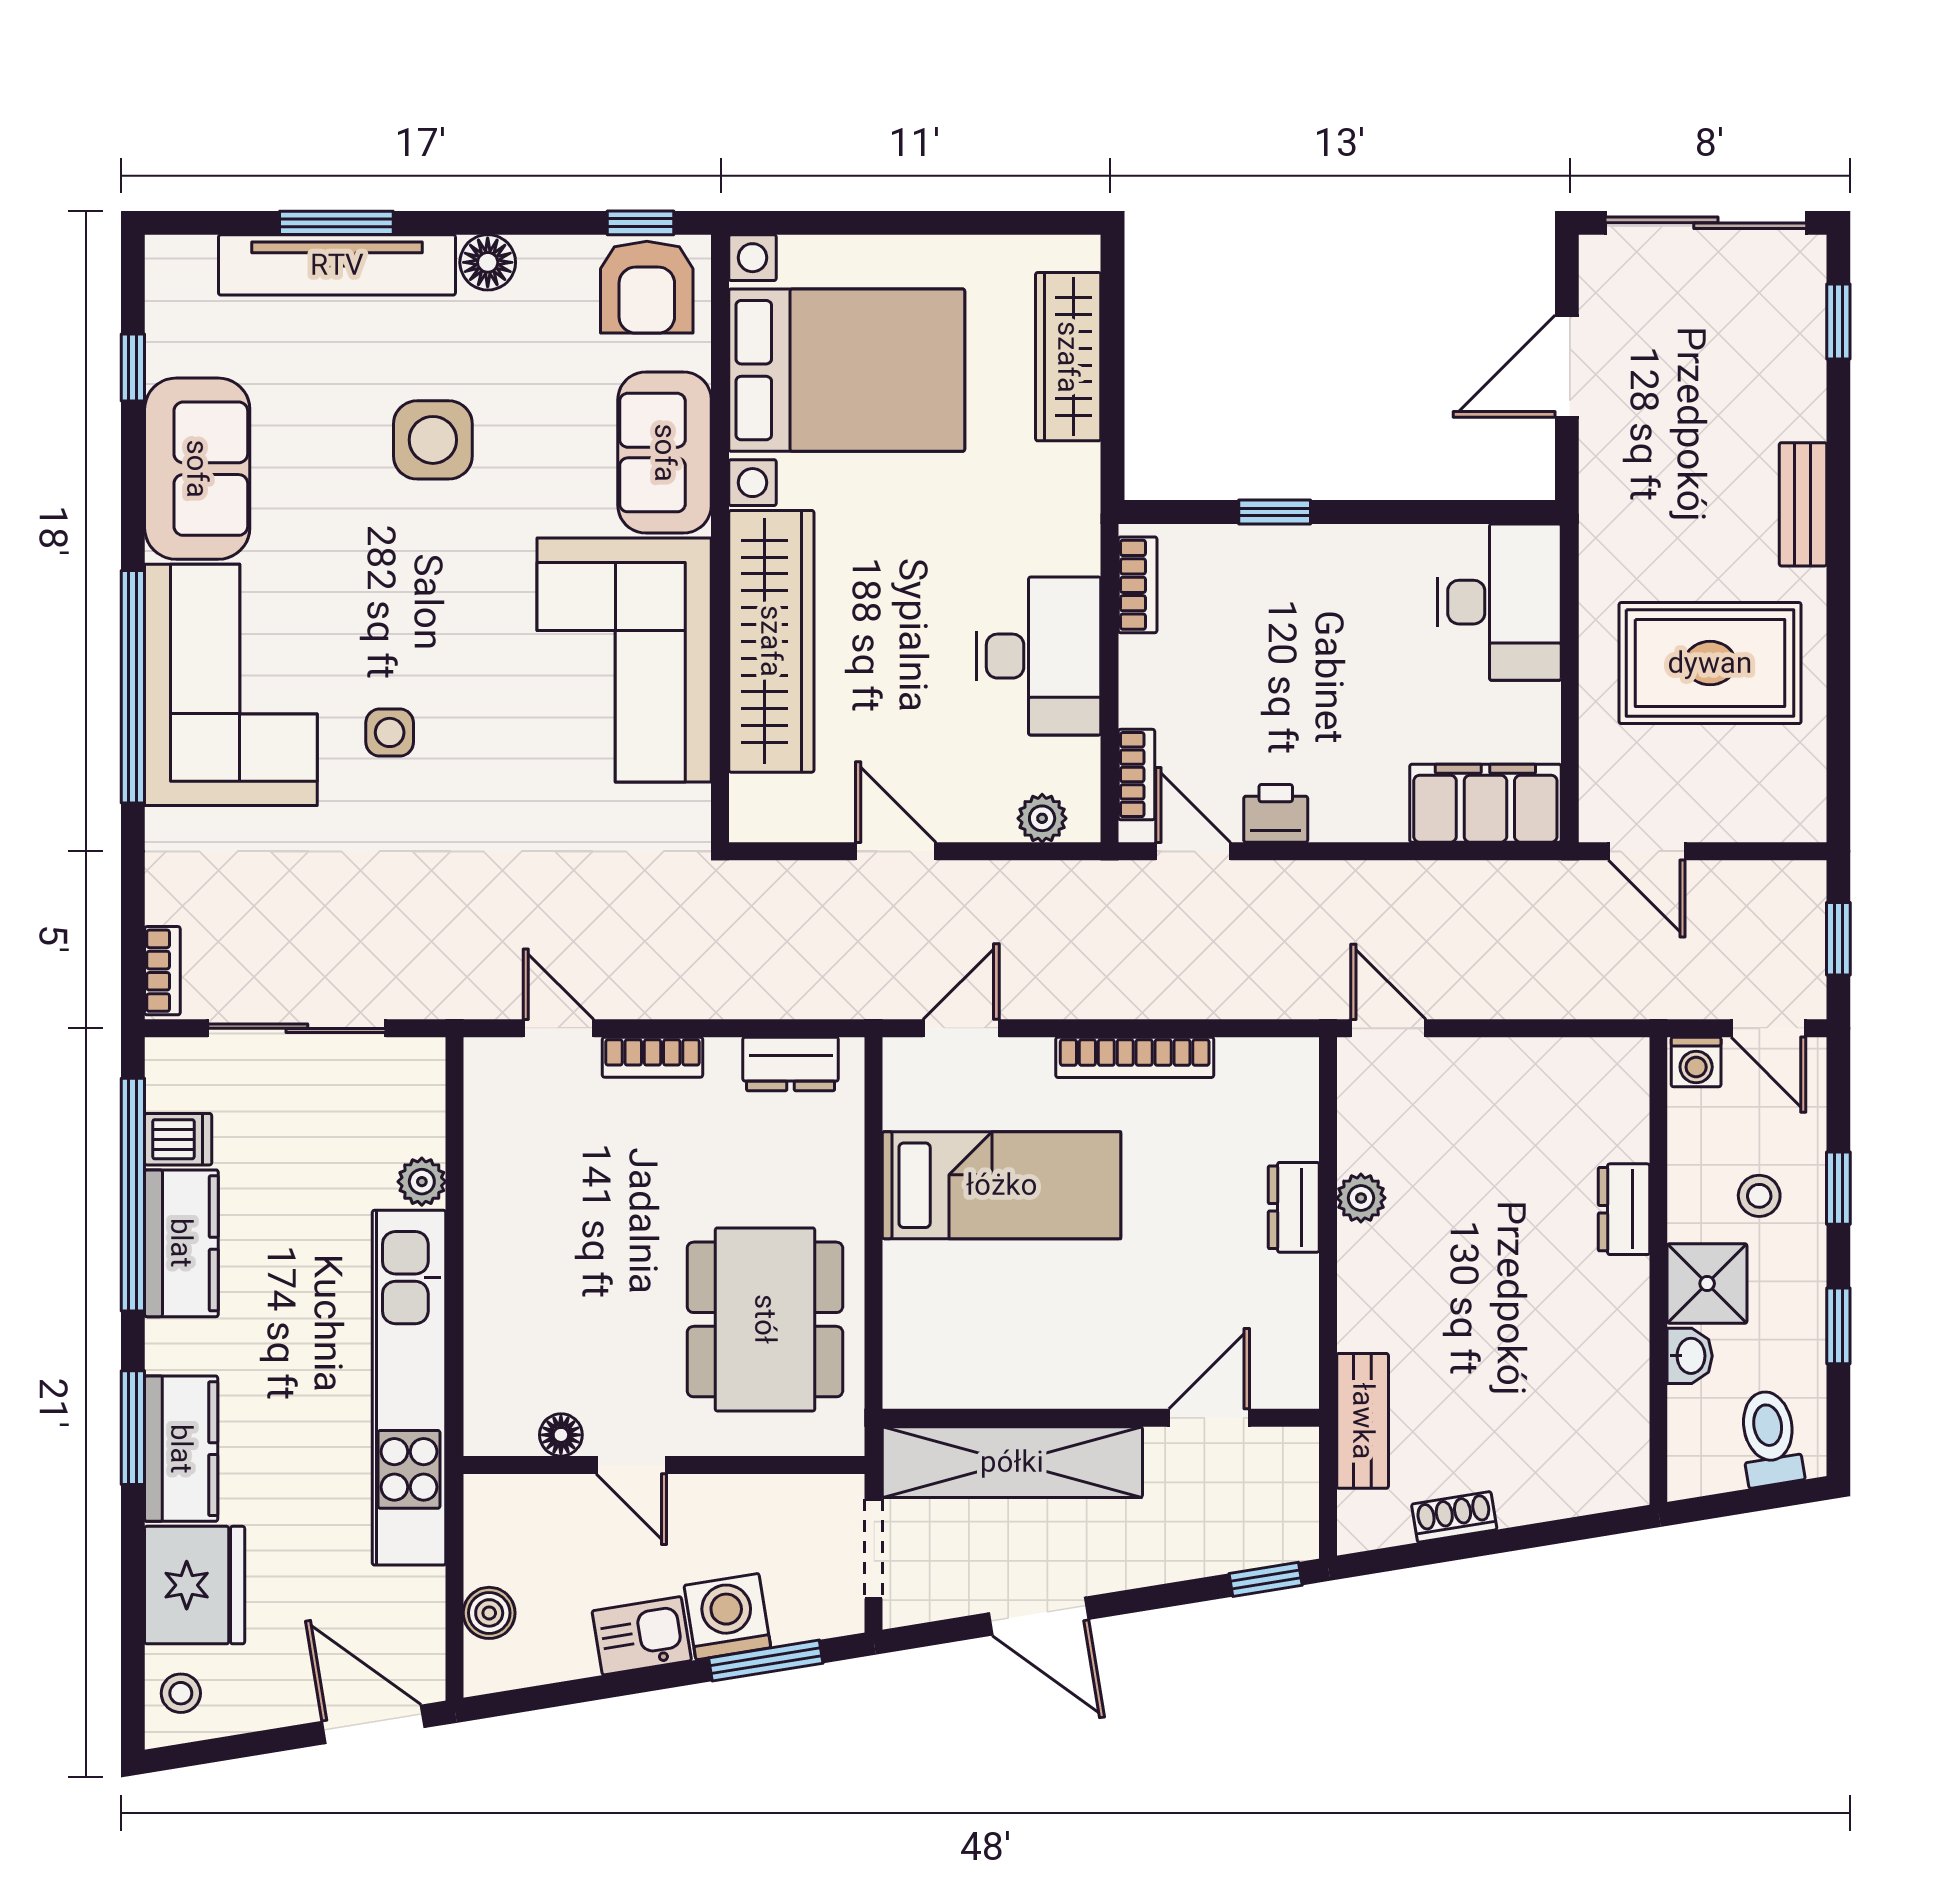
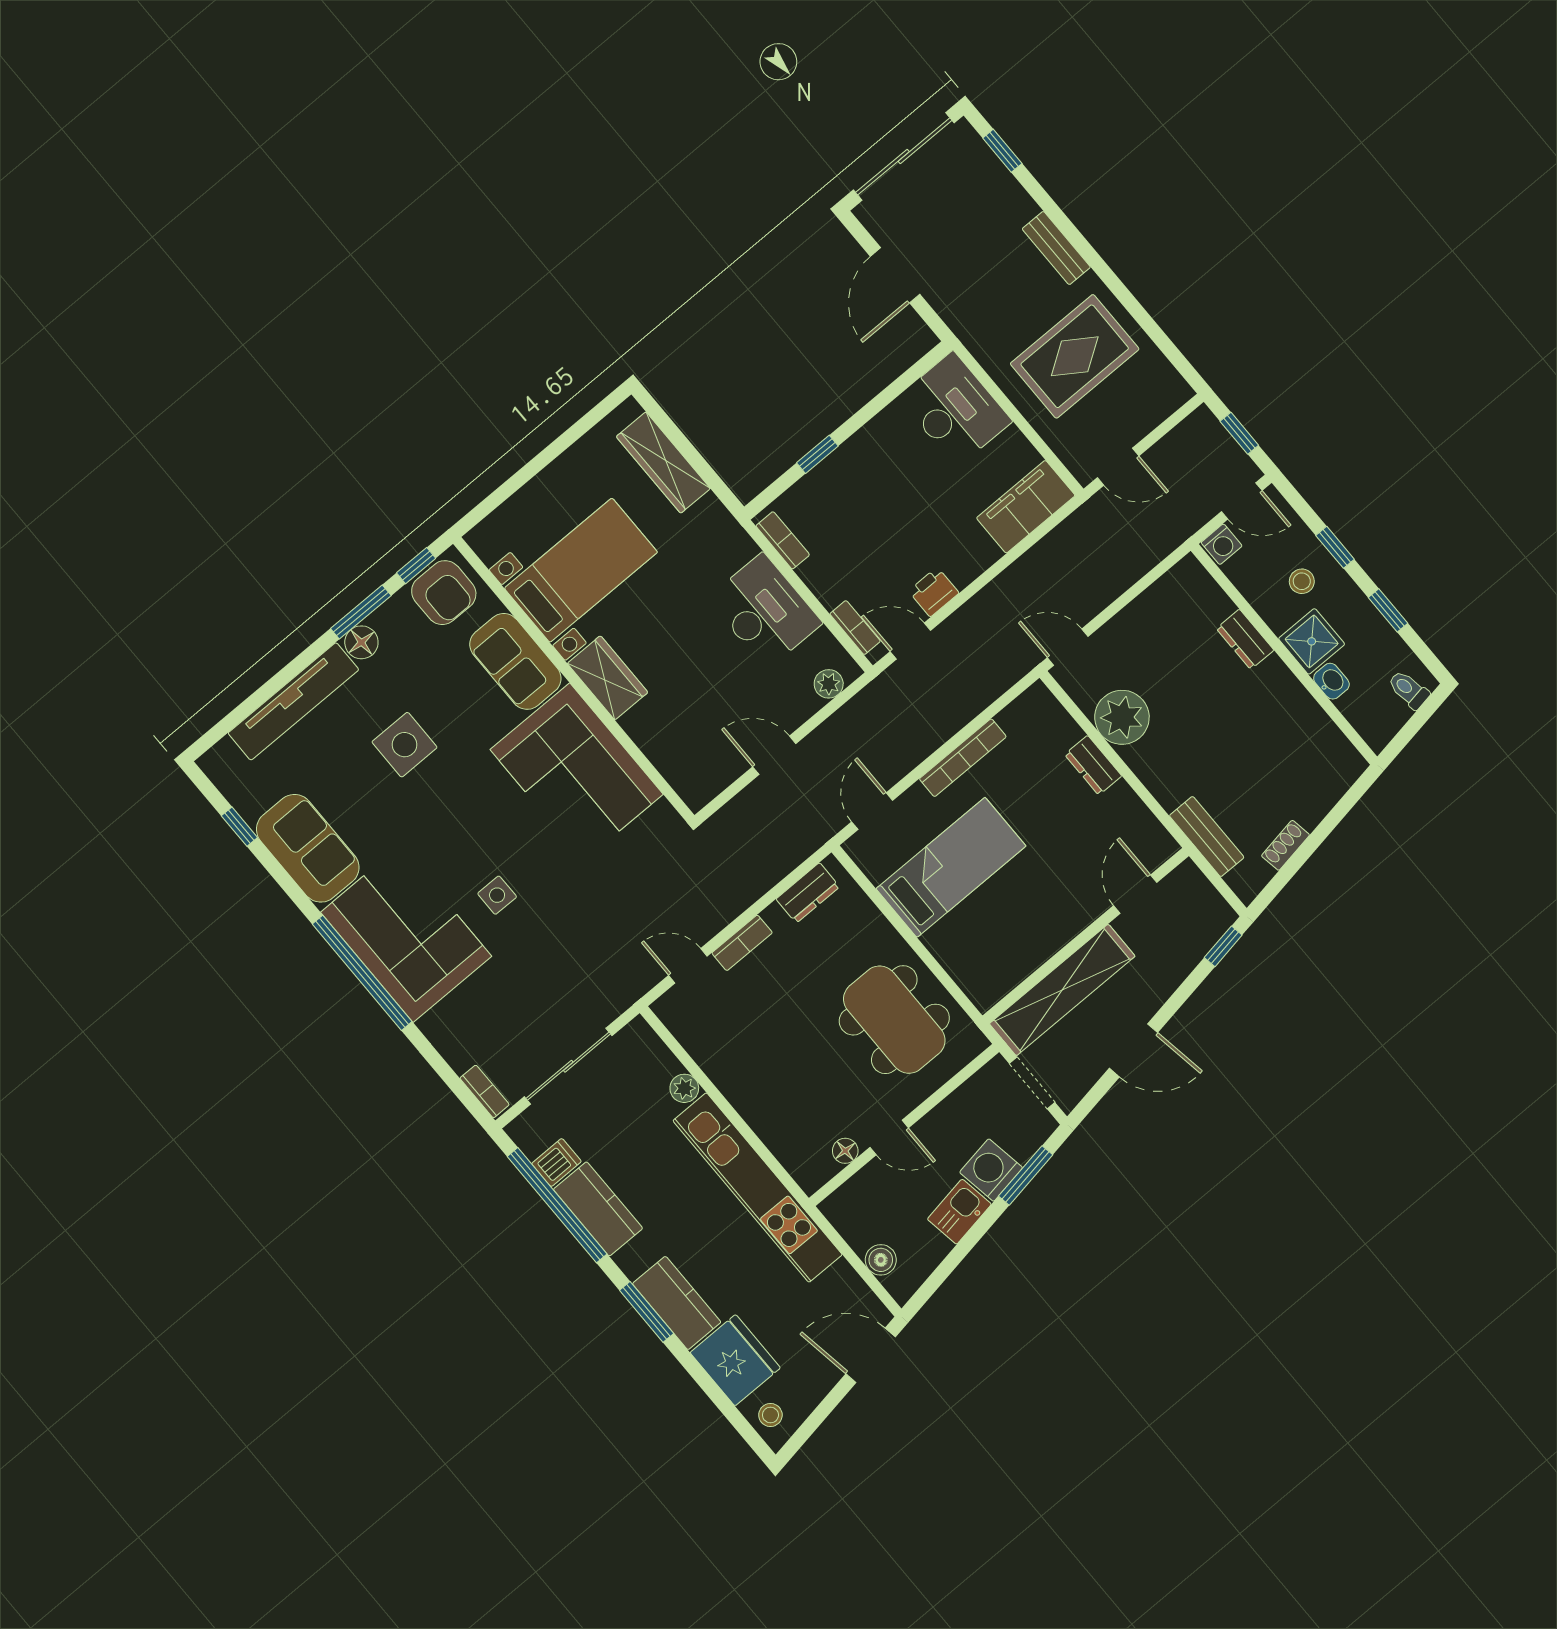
window: (336, 223) -> (361, 612), moved
bed with nightstands: (847, 370) -> (581, 570), width x0.73
wardrobe: (771, 641) -> (608, 678), width x0.48, depth x0.85
plant: (1361, 1198) -> (1122, 717), width x1.88, depth x1.88
toilet: (1770, 1438) -> (1409, 690), width x0.73, depth x0.72

